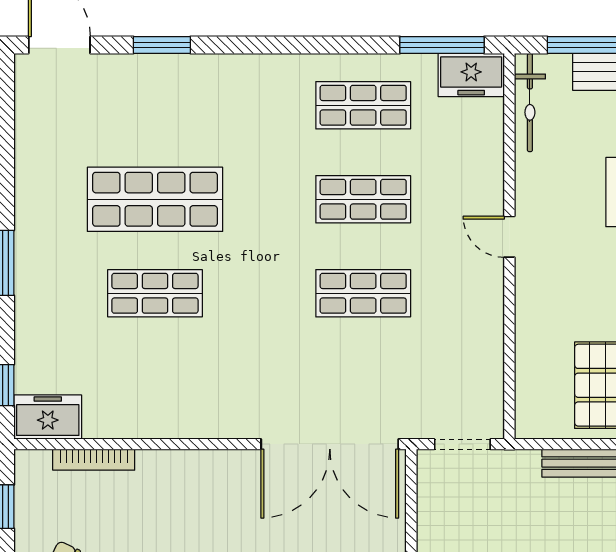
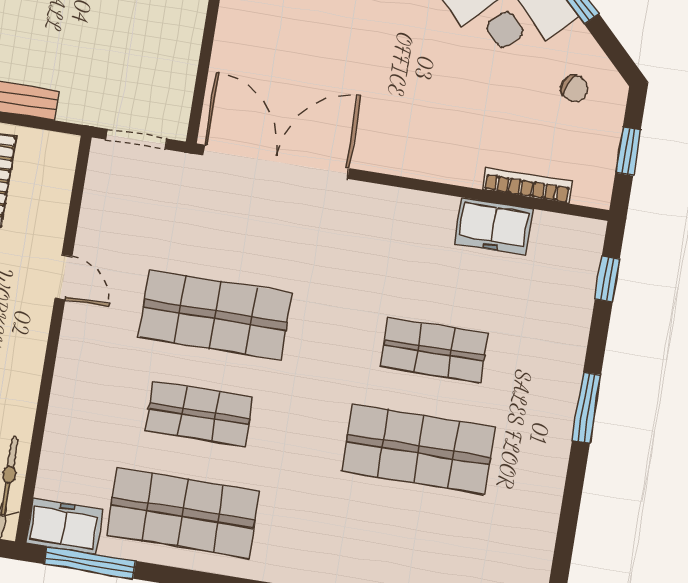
shop shelf: (363, 105) -> (183, 513), width x1.43, depth x1.36
door: (509, 237) -> (63, 277), moved
shop shelf: (363, 293) -> (215, 315), width x1.43, depth x1.36
freezer: (48, 417) -> (494, 226), moved

